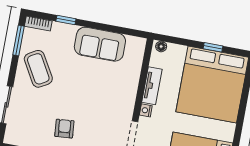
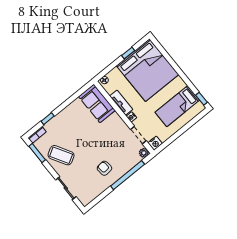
sofa: (100, 44) -> (97, 103), moved, turned 90

